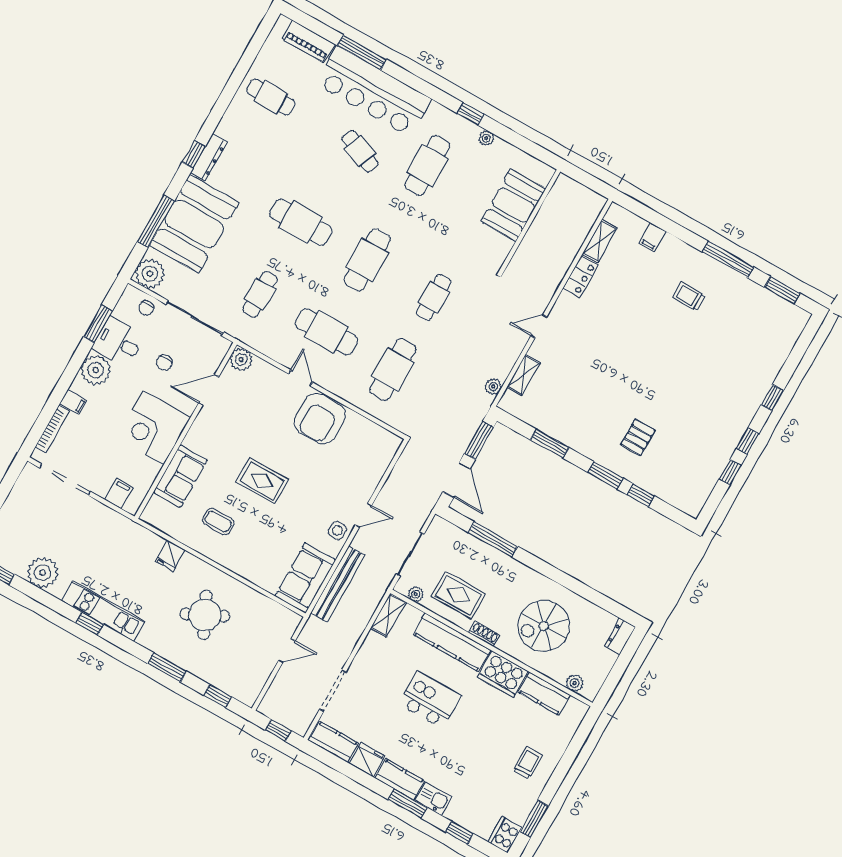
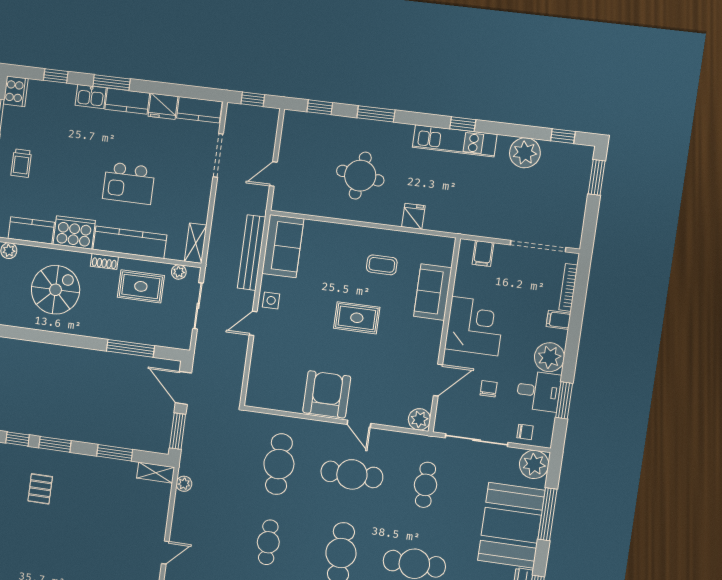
chair: (146, 308) -> (525, 432), turned 90
shelving: (523, 375) -> (156, 473), moved, turned 90
round table: (205, 615) -> (360, 176), turned 34

